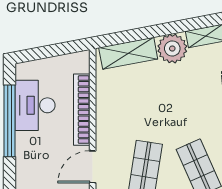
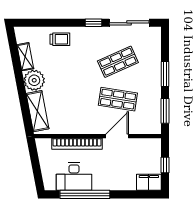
door: (93, 167) -> (117, 136), swing flipped

